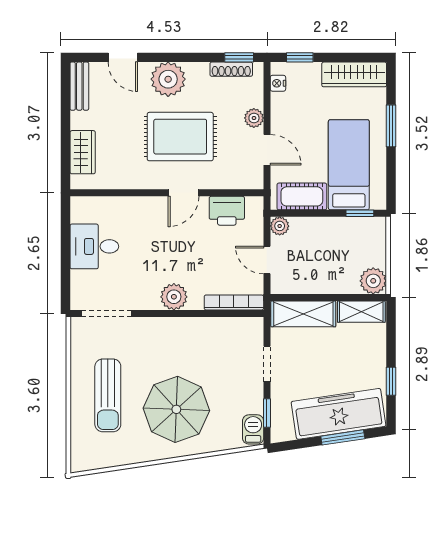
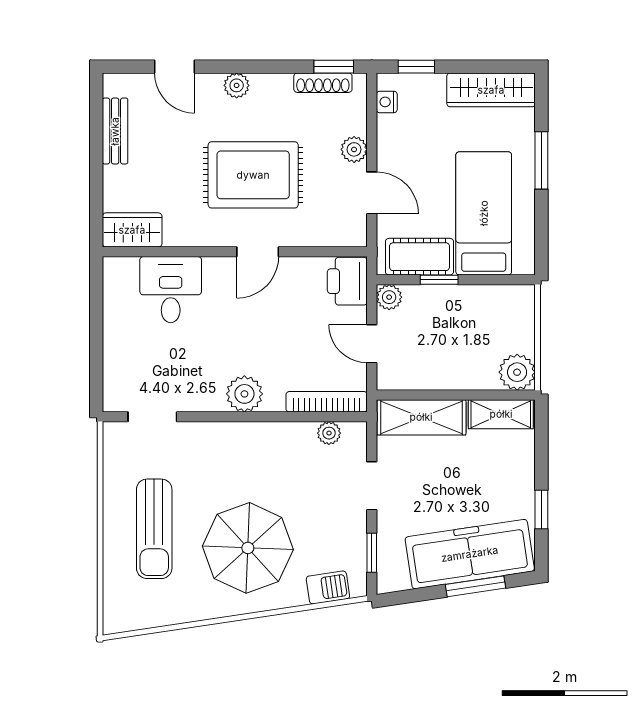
plant: (168, 79) -> (237, 85), width x0.53, depth x0.53
bench: (79, 86) -> (115, 131), moved
wardrobe: (83, 152) -> (132, 230), moved, turned -90
printer: (227, 211) -> (347, 281), moved, turned 90
window: (360, 213) -> (439, 280), moved
desk: (94, 246) -> (171, 290), moved, turned 90
doorway: (107, 313) -> (152, 417), width x0.73
plant: (236, 325) -> (329, 433), added
barbecue: (253, 429) -> (328, 587), moved, turned 82

